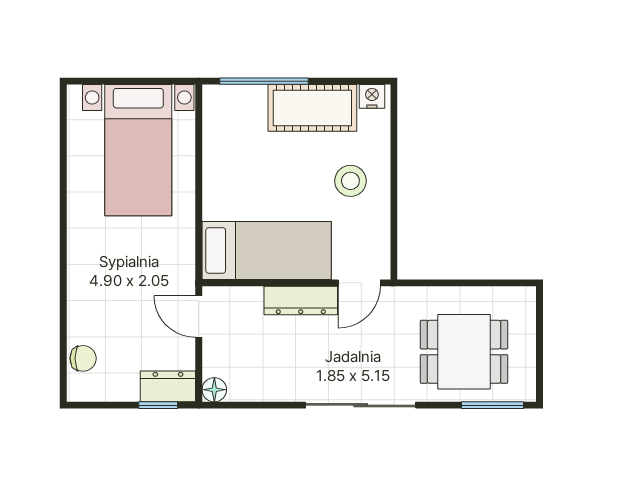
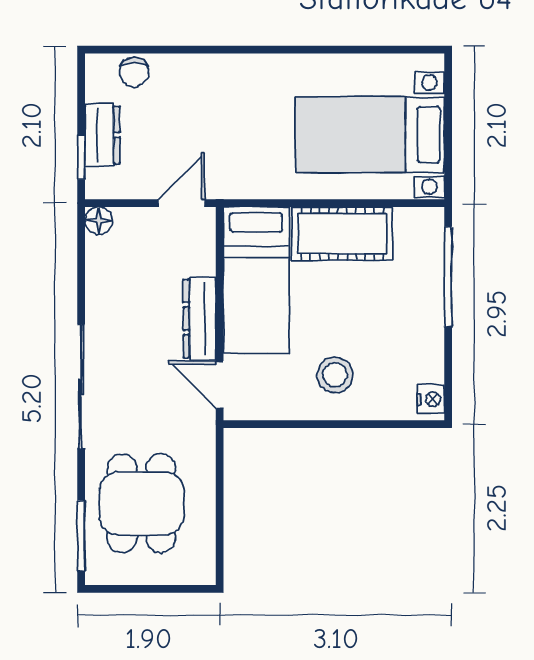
cot: (312, 108) -> (342, 234), moved, turned 90
dresser: (168, 386) -> (102, 135), moved

